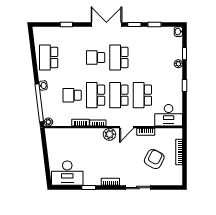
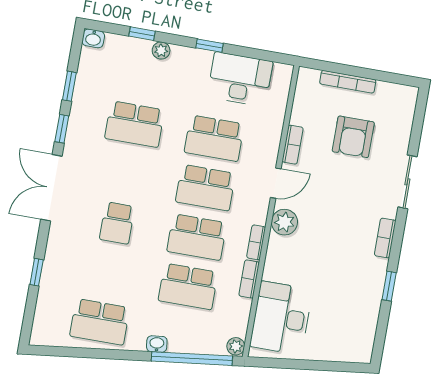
school desk: (119, 57) -> (135, 124), moved
school desk: (72, 95) -> (188, 286), width x1.85
desk: (169, 115) -> (240, 79), moved, turned -90
door: (127, 127) -> (276, 183), hinge flipped
armchair: (154, 159) -> (353, 137), turned -118
desk: (67, 173) -> (281, 318), moved, turned 180

